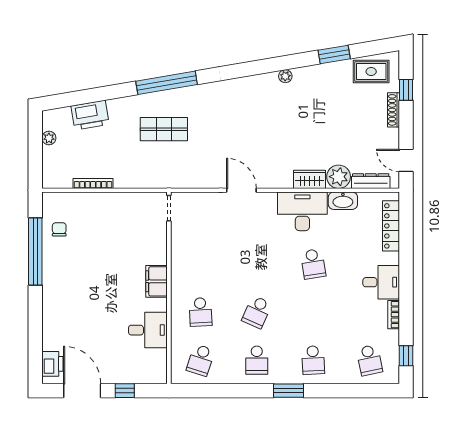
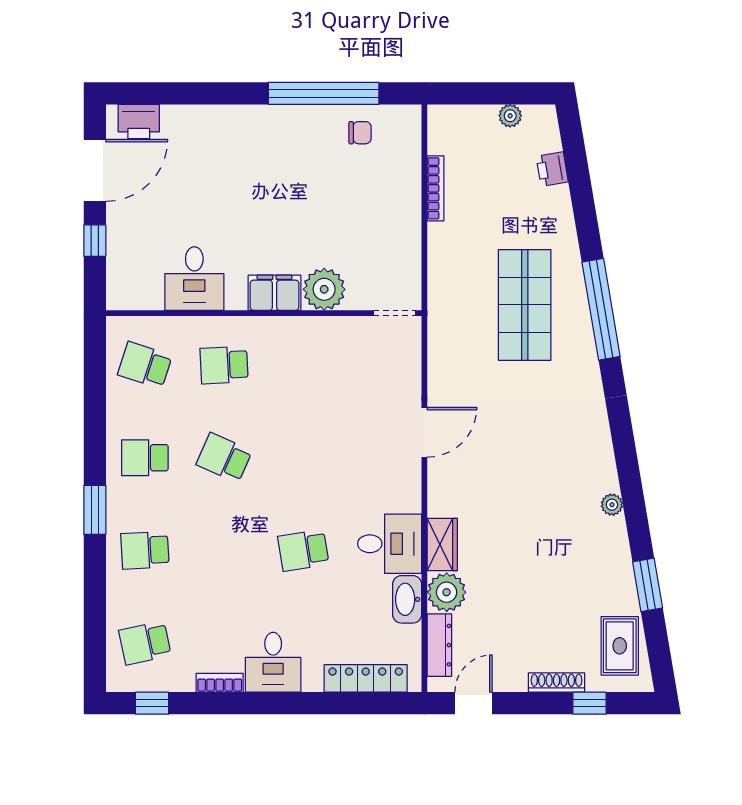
printer: (90, 115) -> (552, 169), width x0.53, depth x0.68
shop shelf: (164, 129) -> (525, 305), width x1.43, depth x1.36
desk: (302, 211) -> (390, 544), width x0.73
plant: (154, 251) -> (324, 289), added

